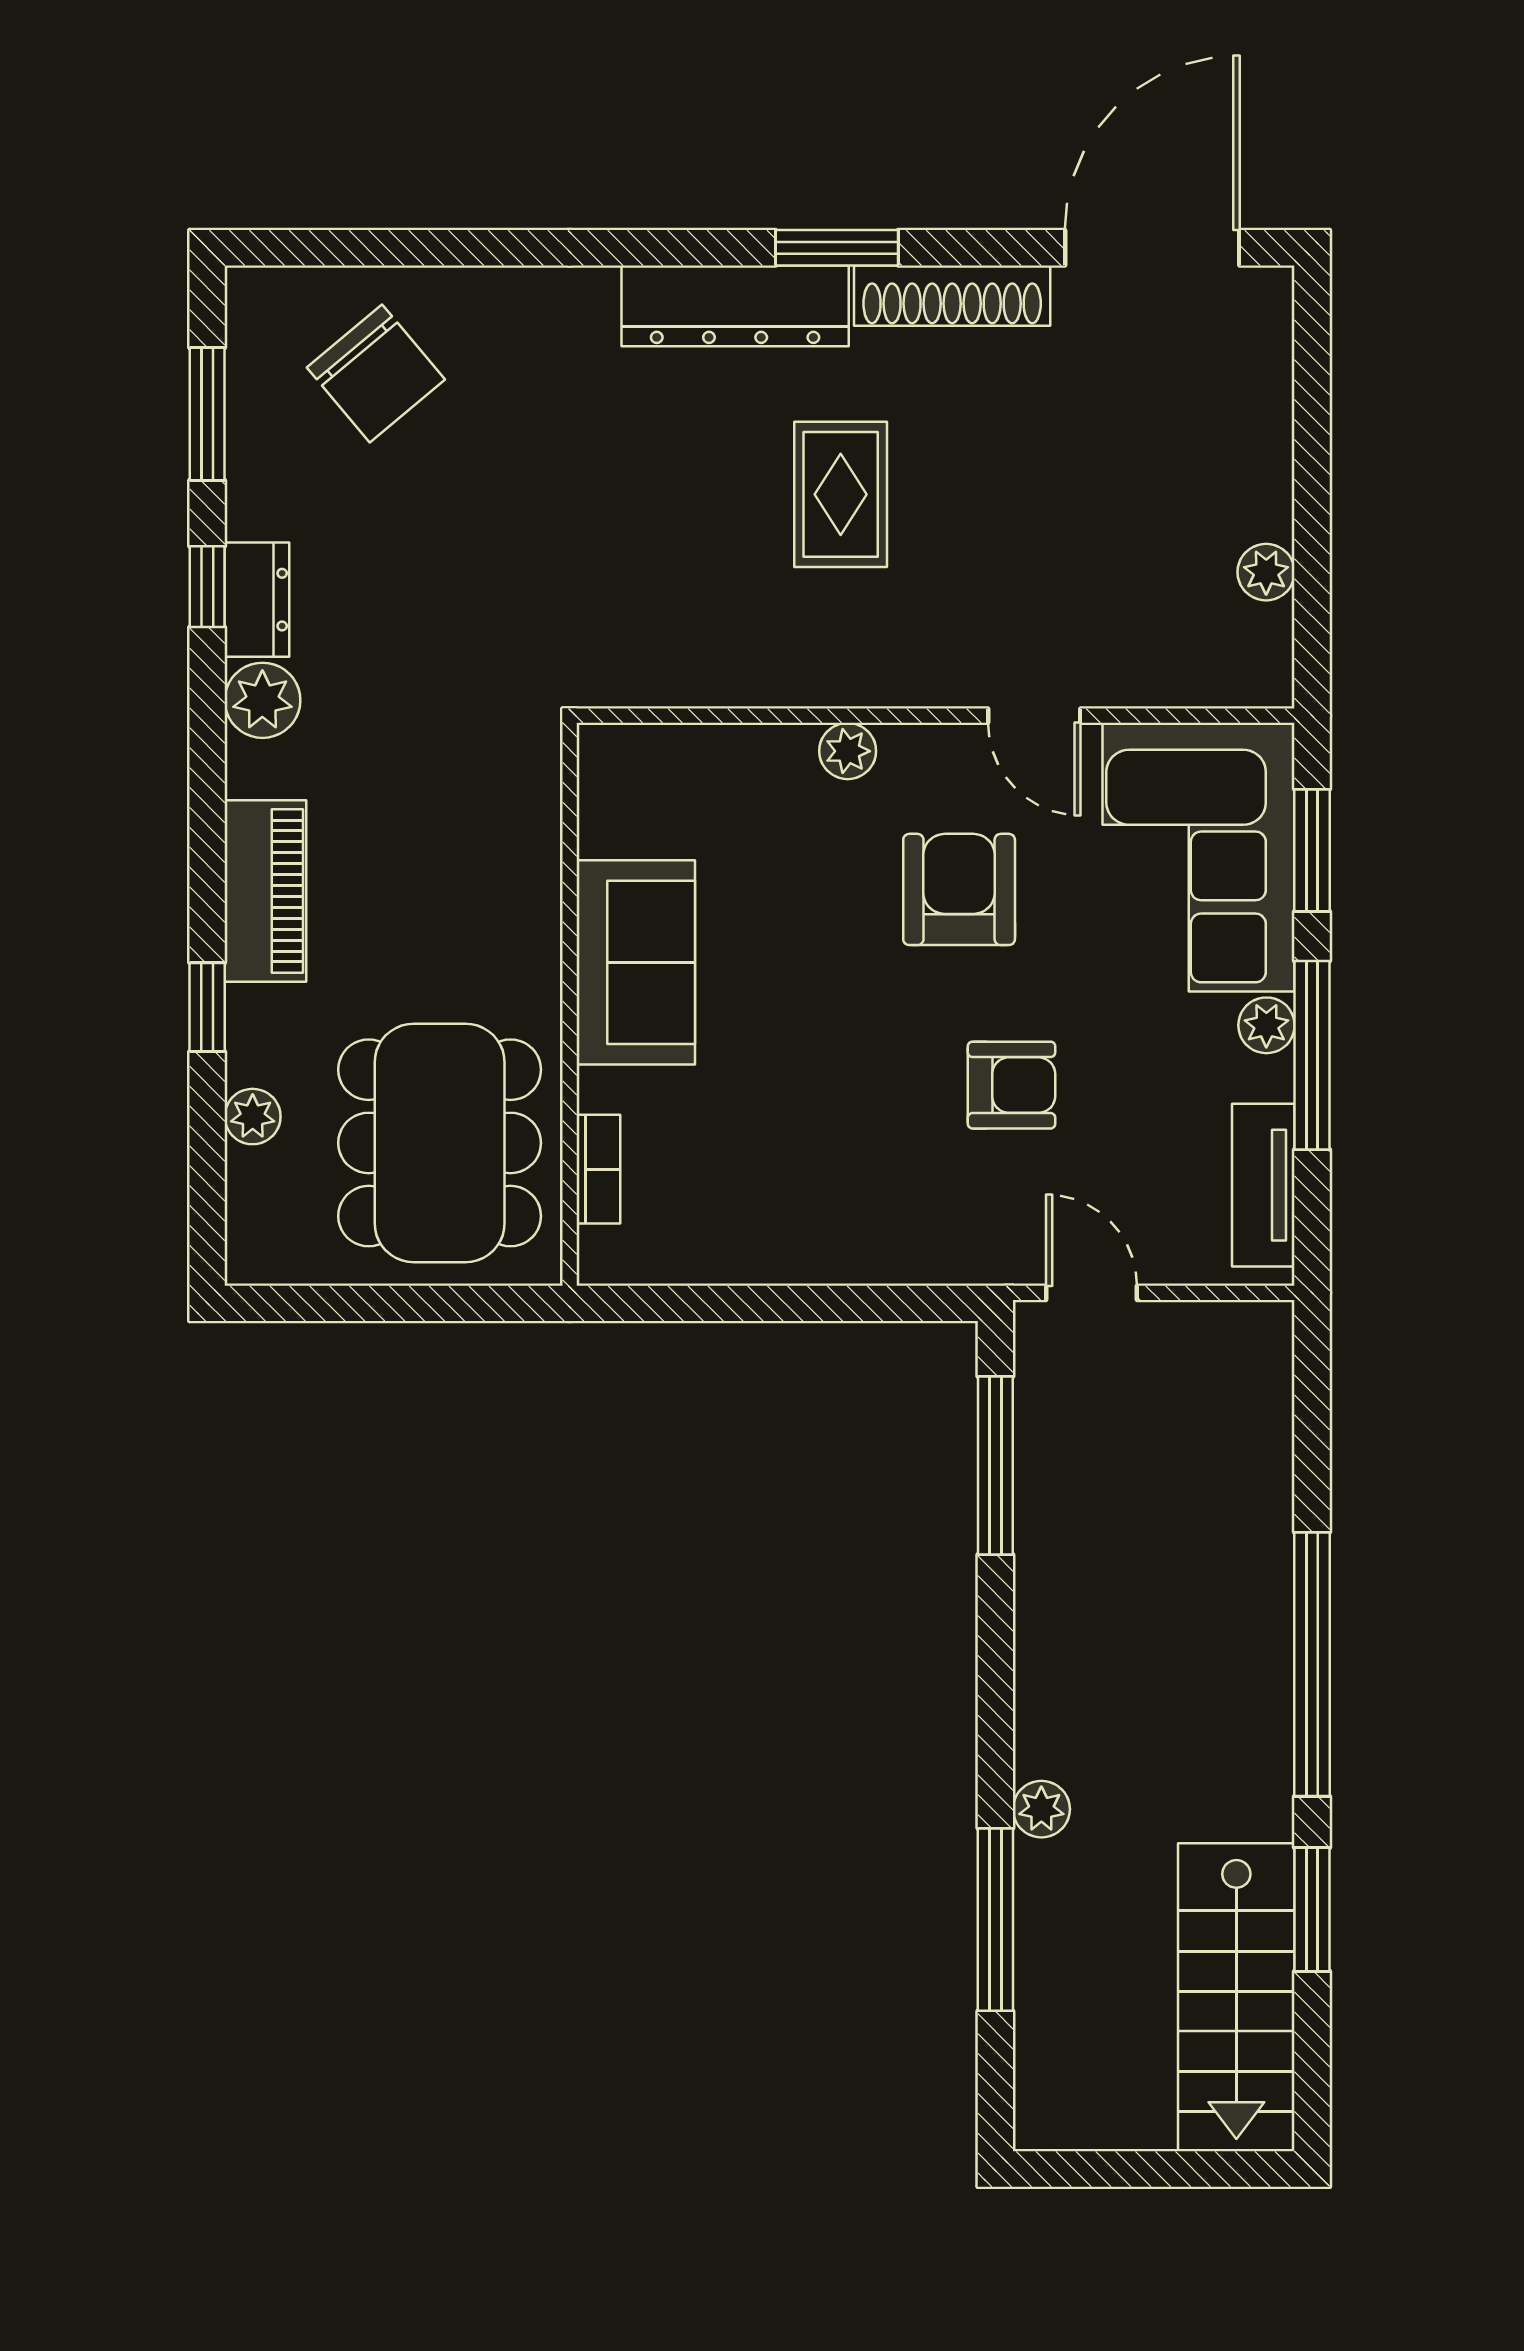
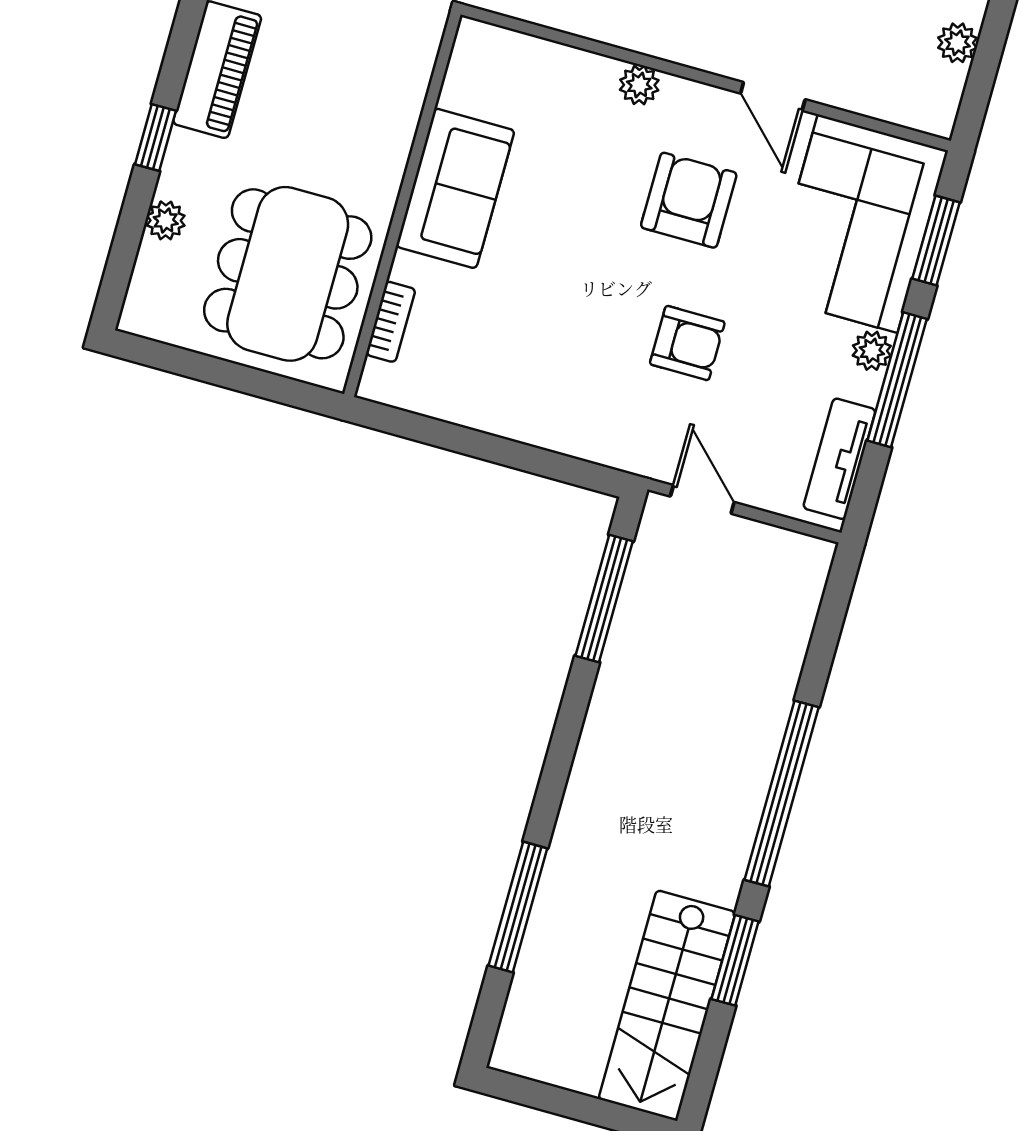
plant: (1041, 1809) -> (570, 841), removed

